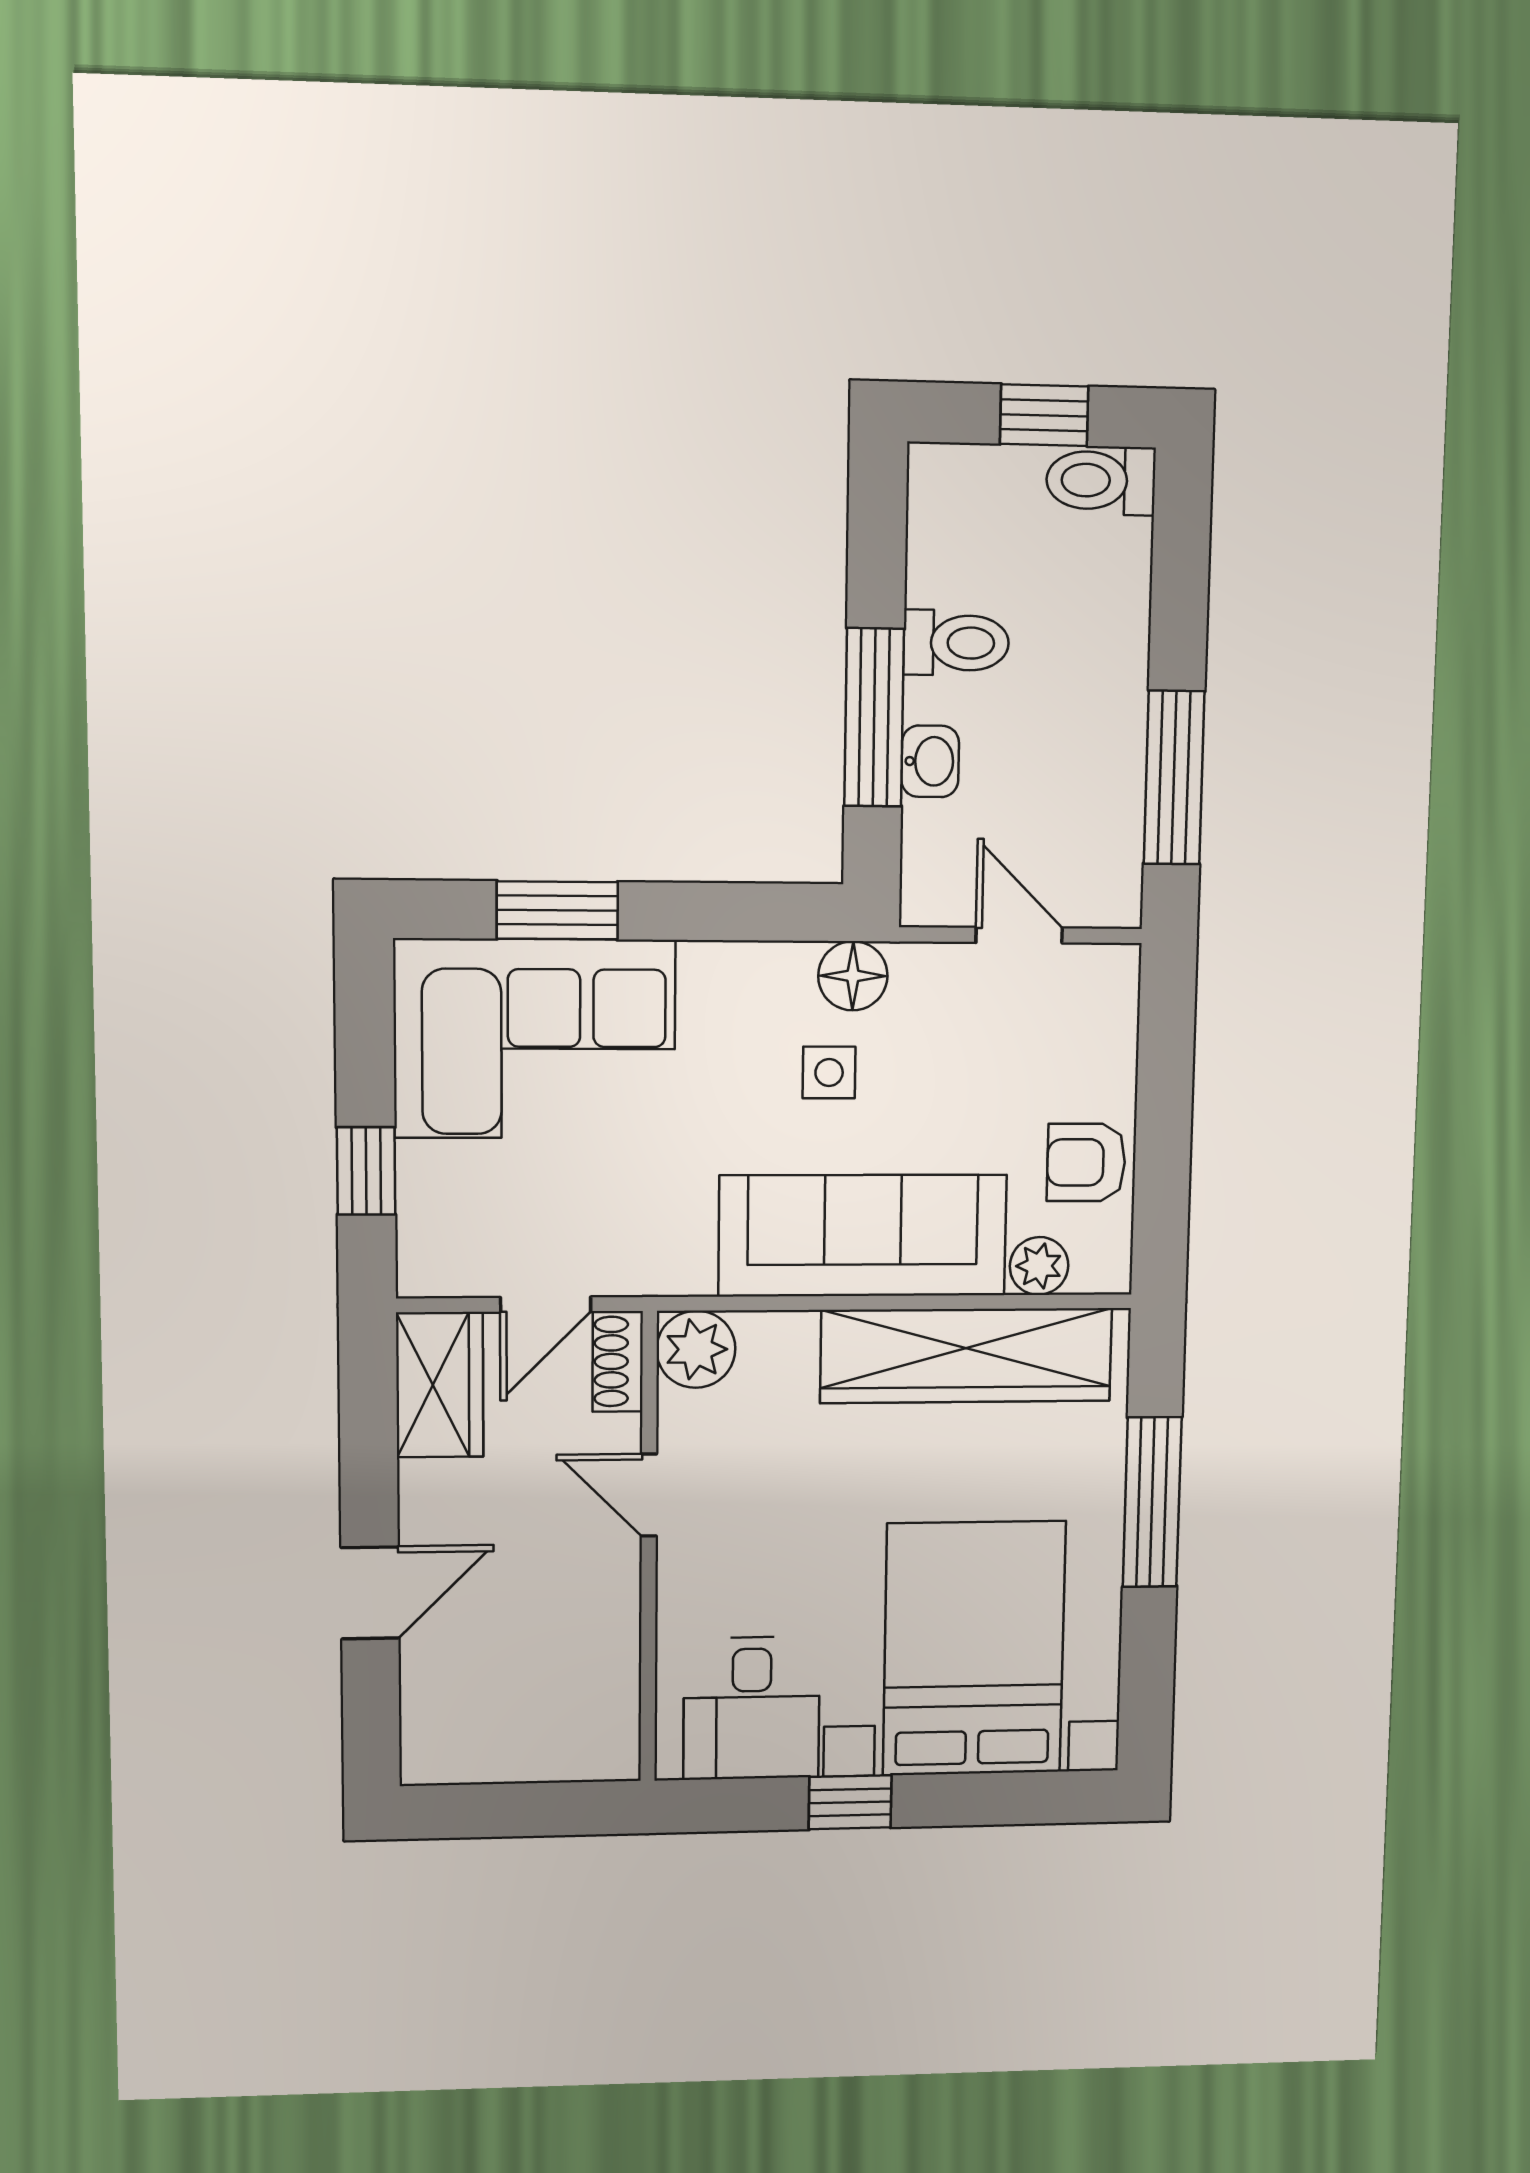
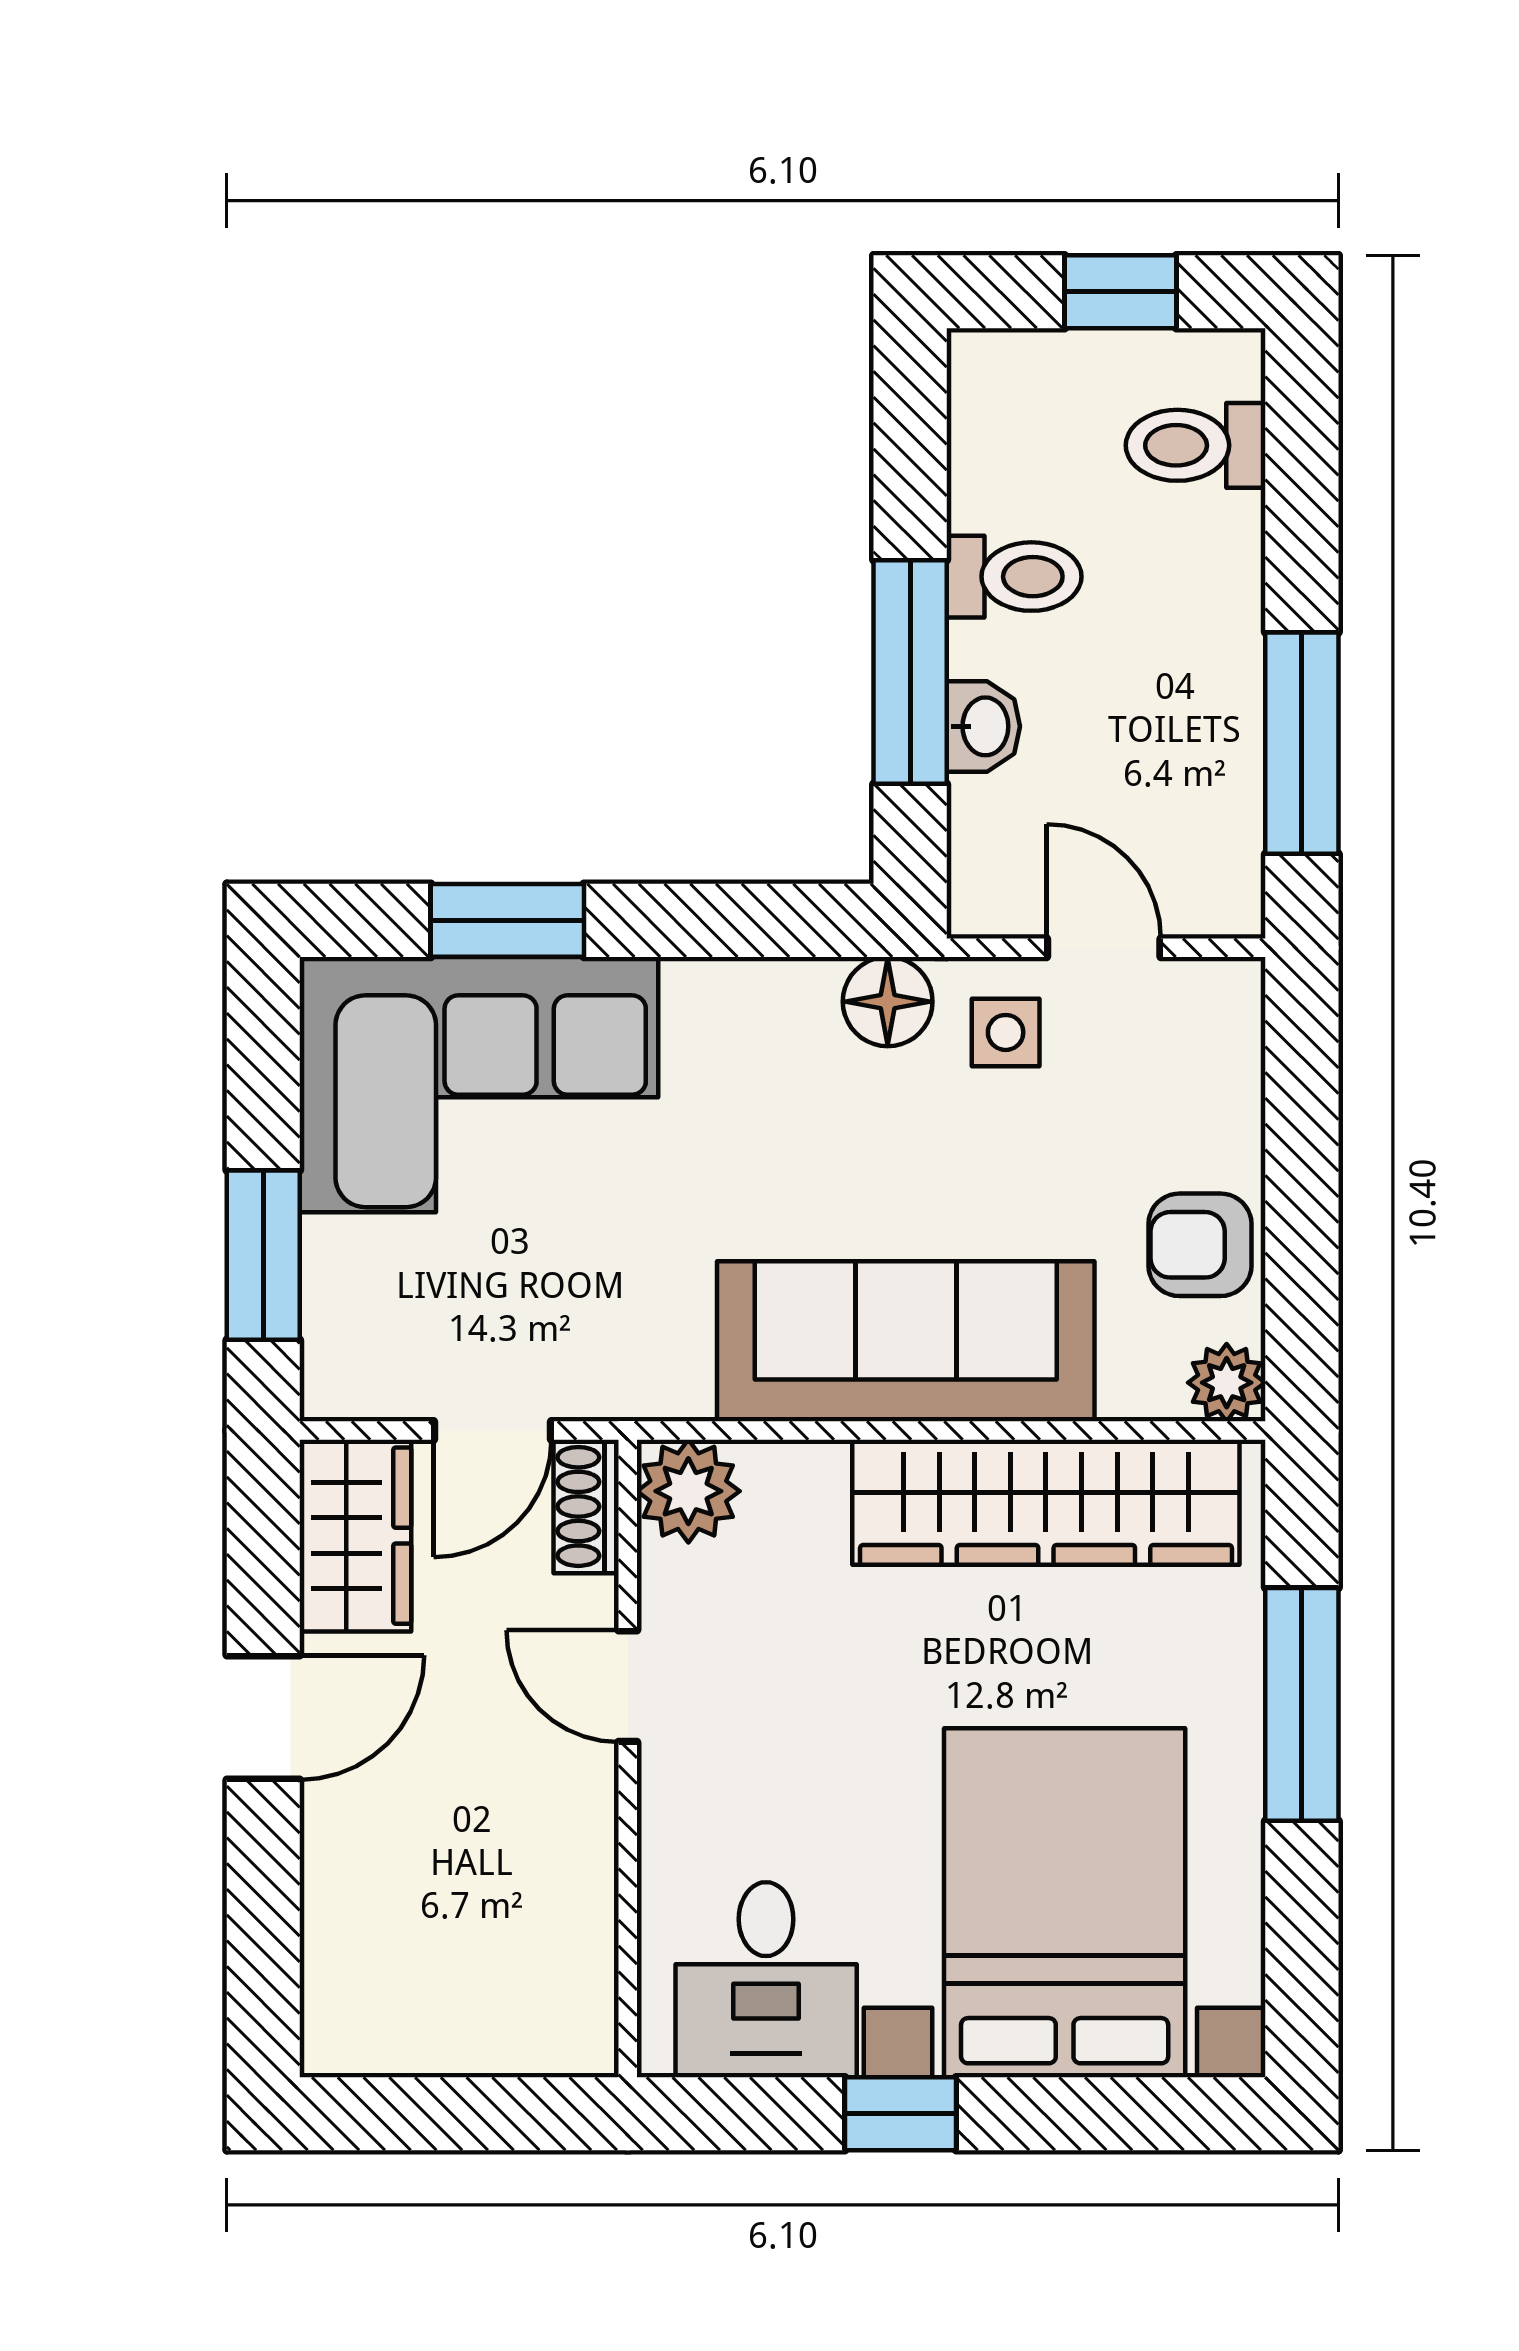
toilet: (1101, 480) -> (1196, 445), moved
side table: (829, 1072) -> (1006, 1032), moved
window: (366, 1171) -> (263, 1255), width x1.50
plant: (1039, 1266) -> (1227, 1383), moved
door: (370, 1593) -> (263, 1717), moved

